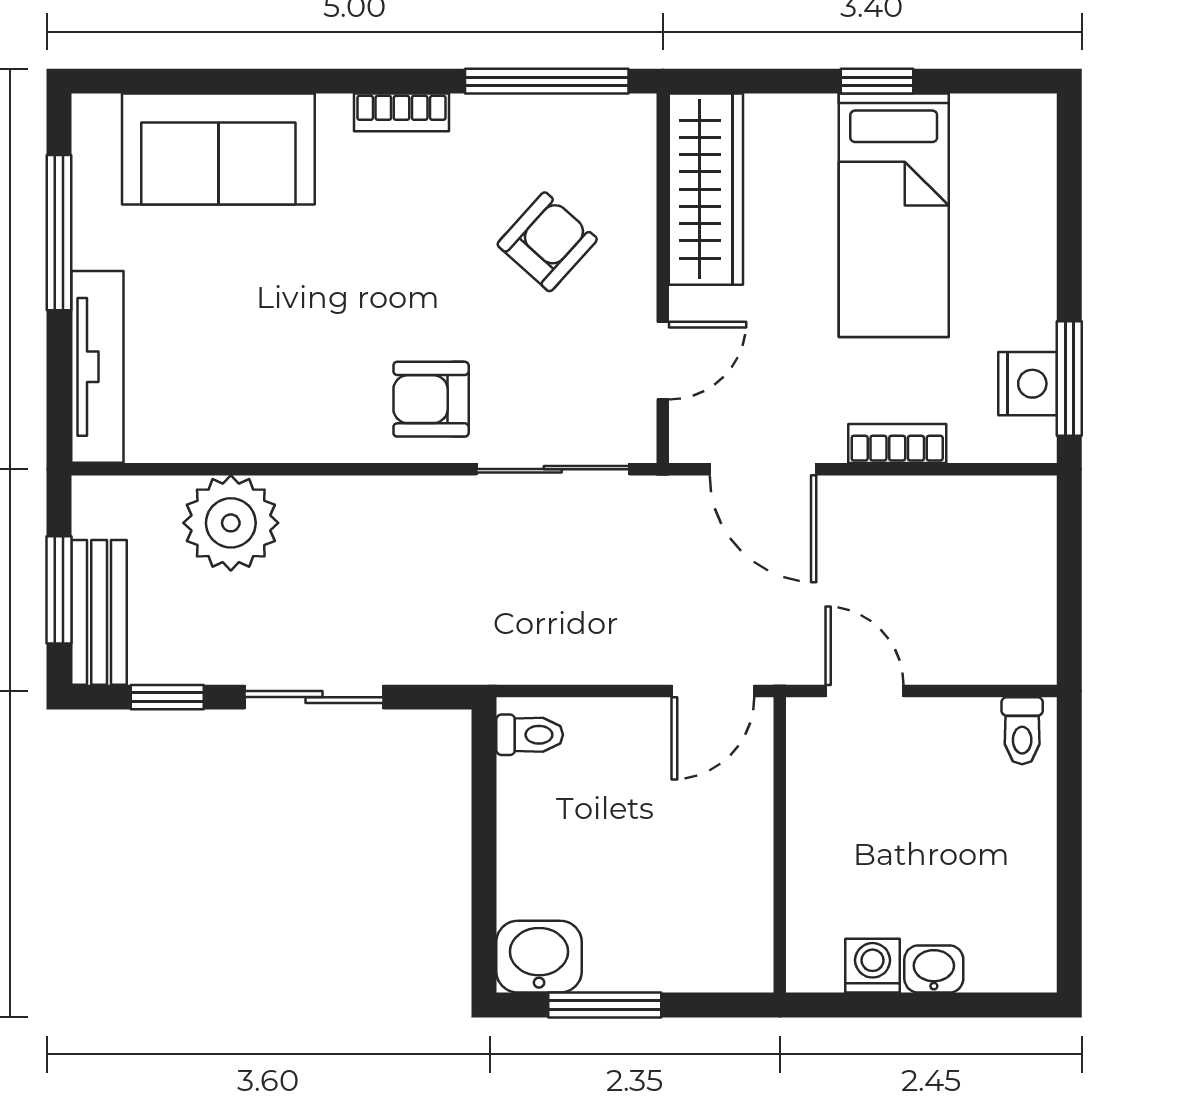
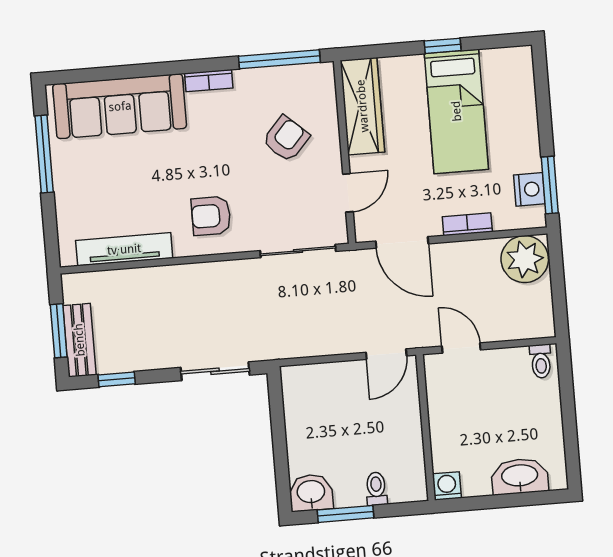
sofa: (218, 149) -> (120, 106), width x1.36
tv unit: (97, 367) -> (124, 249), moved, turned -90
armchair: (431, 399) -> (211, 216), moved
plant: (231, 523) -> (525, 259), moved
sliding door: (314, 697) -> (215, 371), moved
toilet: (530, 735) -> (376, 489), moved, turned -90
washing machine: (873, 966) -> (447, 486), moved
washbasin: (934, 969) -> (520, 476), width x1.91, depth x1.45

